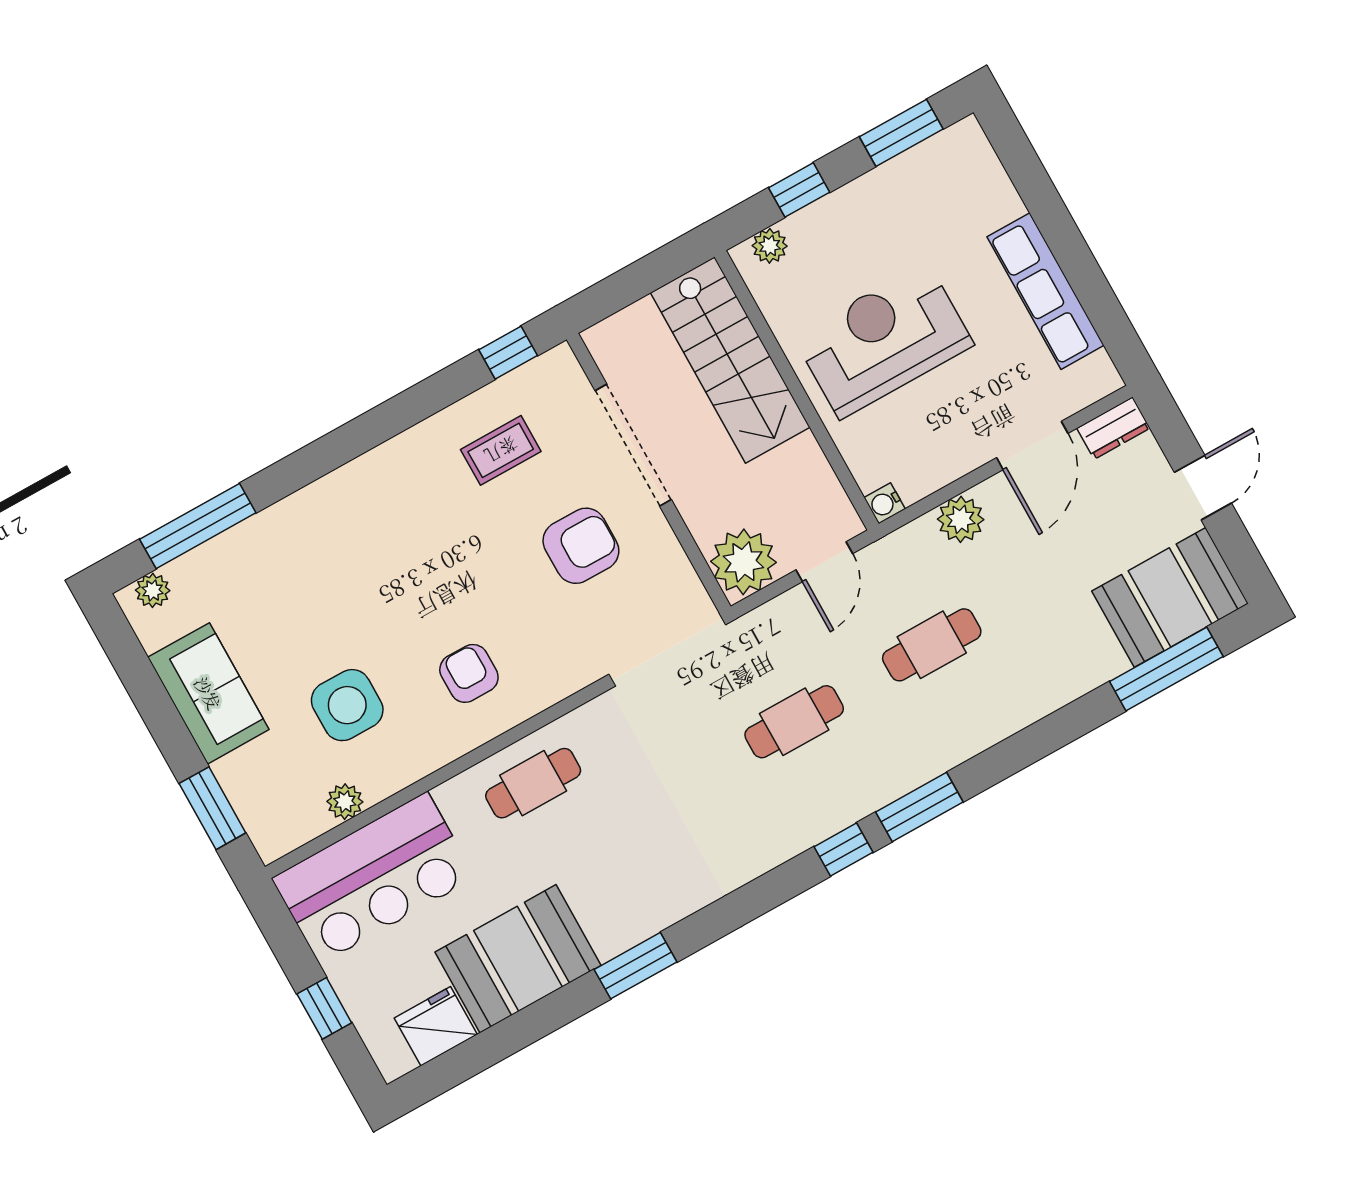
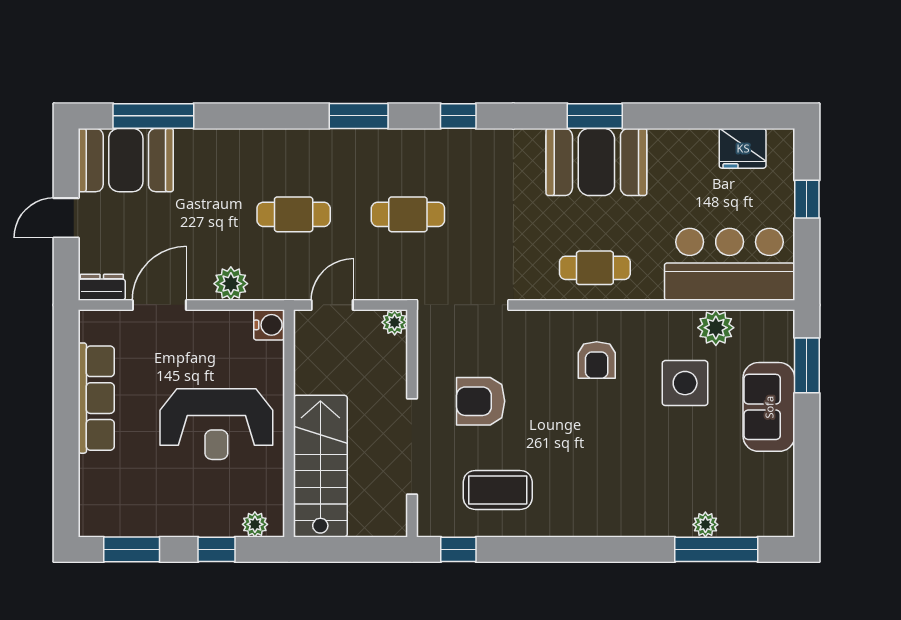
coffee table: (501, 450) -> (498, 490), width x1.36, depth x1.30
water cooler: (885, 503) -> (269, 325), width x1.38, depth x1.38
plant: (743, 562) -> (395, 322), width x0.53, depth x0.53
plant: (153, 590) -> (705, 525), moved
sofa: (208, 693) -> (769, 407), moved
plant: (345, 802) -> (716, 328), width x1.38, depth x1.38
window: (843, 849) -> (458, 116), moved
booth: (518, 959) -> (596, 162), moved

